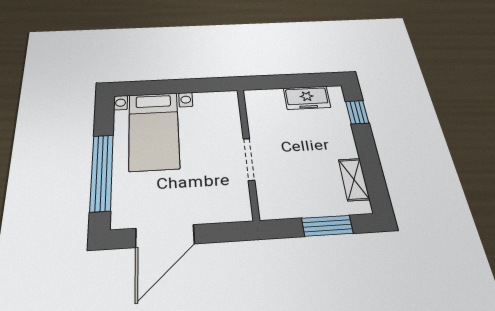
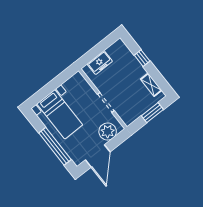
freezer: (307, 98) -> (100, 63), moved
window: (357, 112) -> (142, 58), moved
plant: (217, 206) -> (108, 132), added

